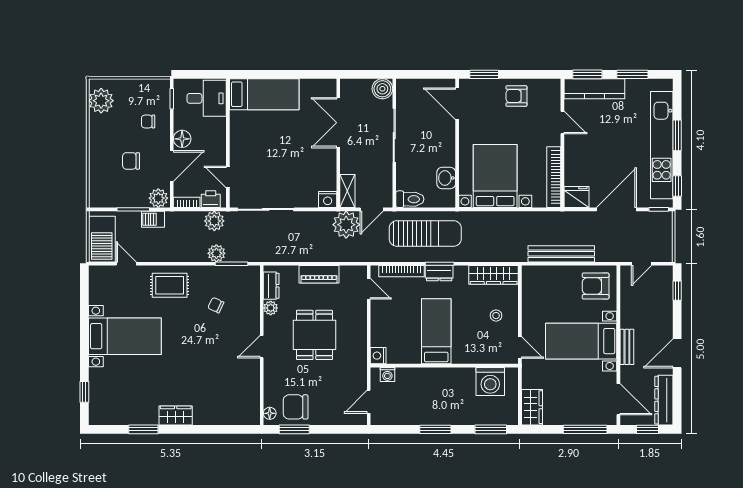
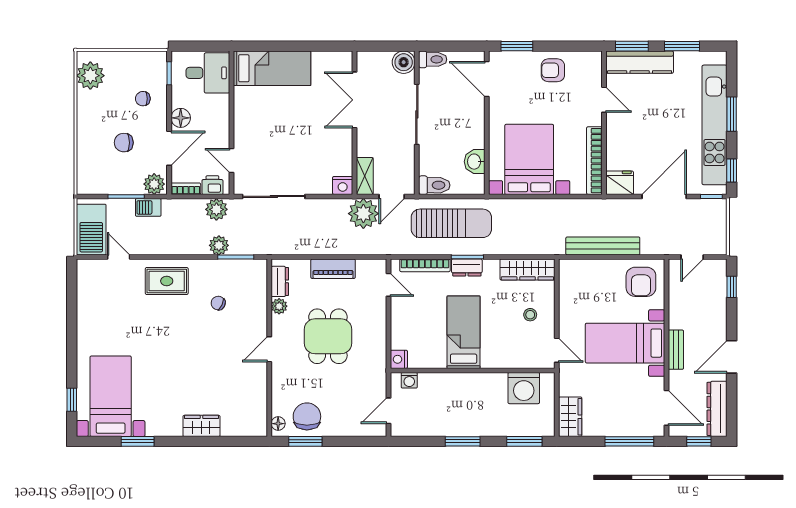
toilet: (408, 86) -> (433, 59), added
armchair: (596, 286) -> (641, 282), turned -90
bed with nightstands: (125, 336) -> (111, 396), moved, turned -90
chair: (296, 407) -> (307, 416), turned 90
wardrobe: (176, 415) -> (201, 426), moved

